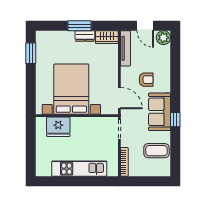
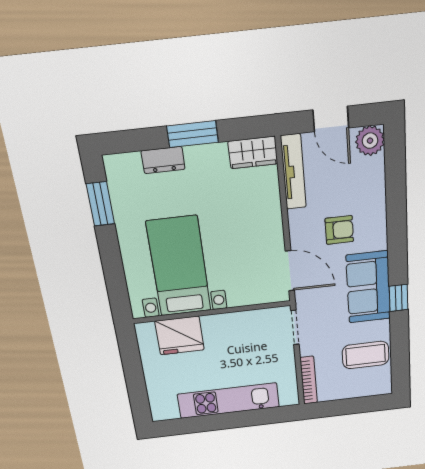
dresser: (85, 36) -> (163, 160), moved
bed with nightstands: (71, 89) -> (179, 267), width x0.73

